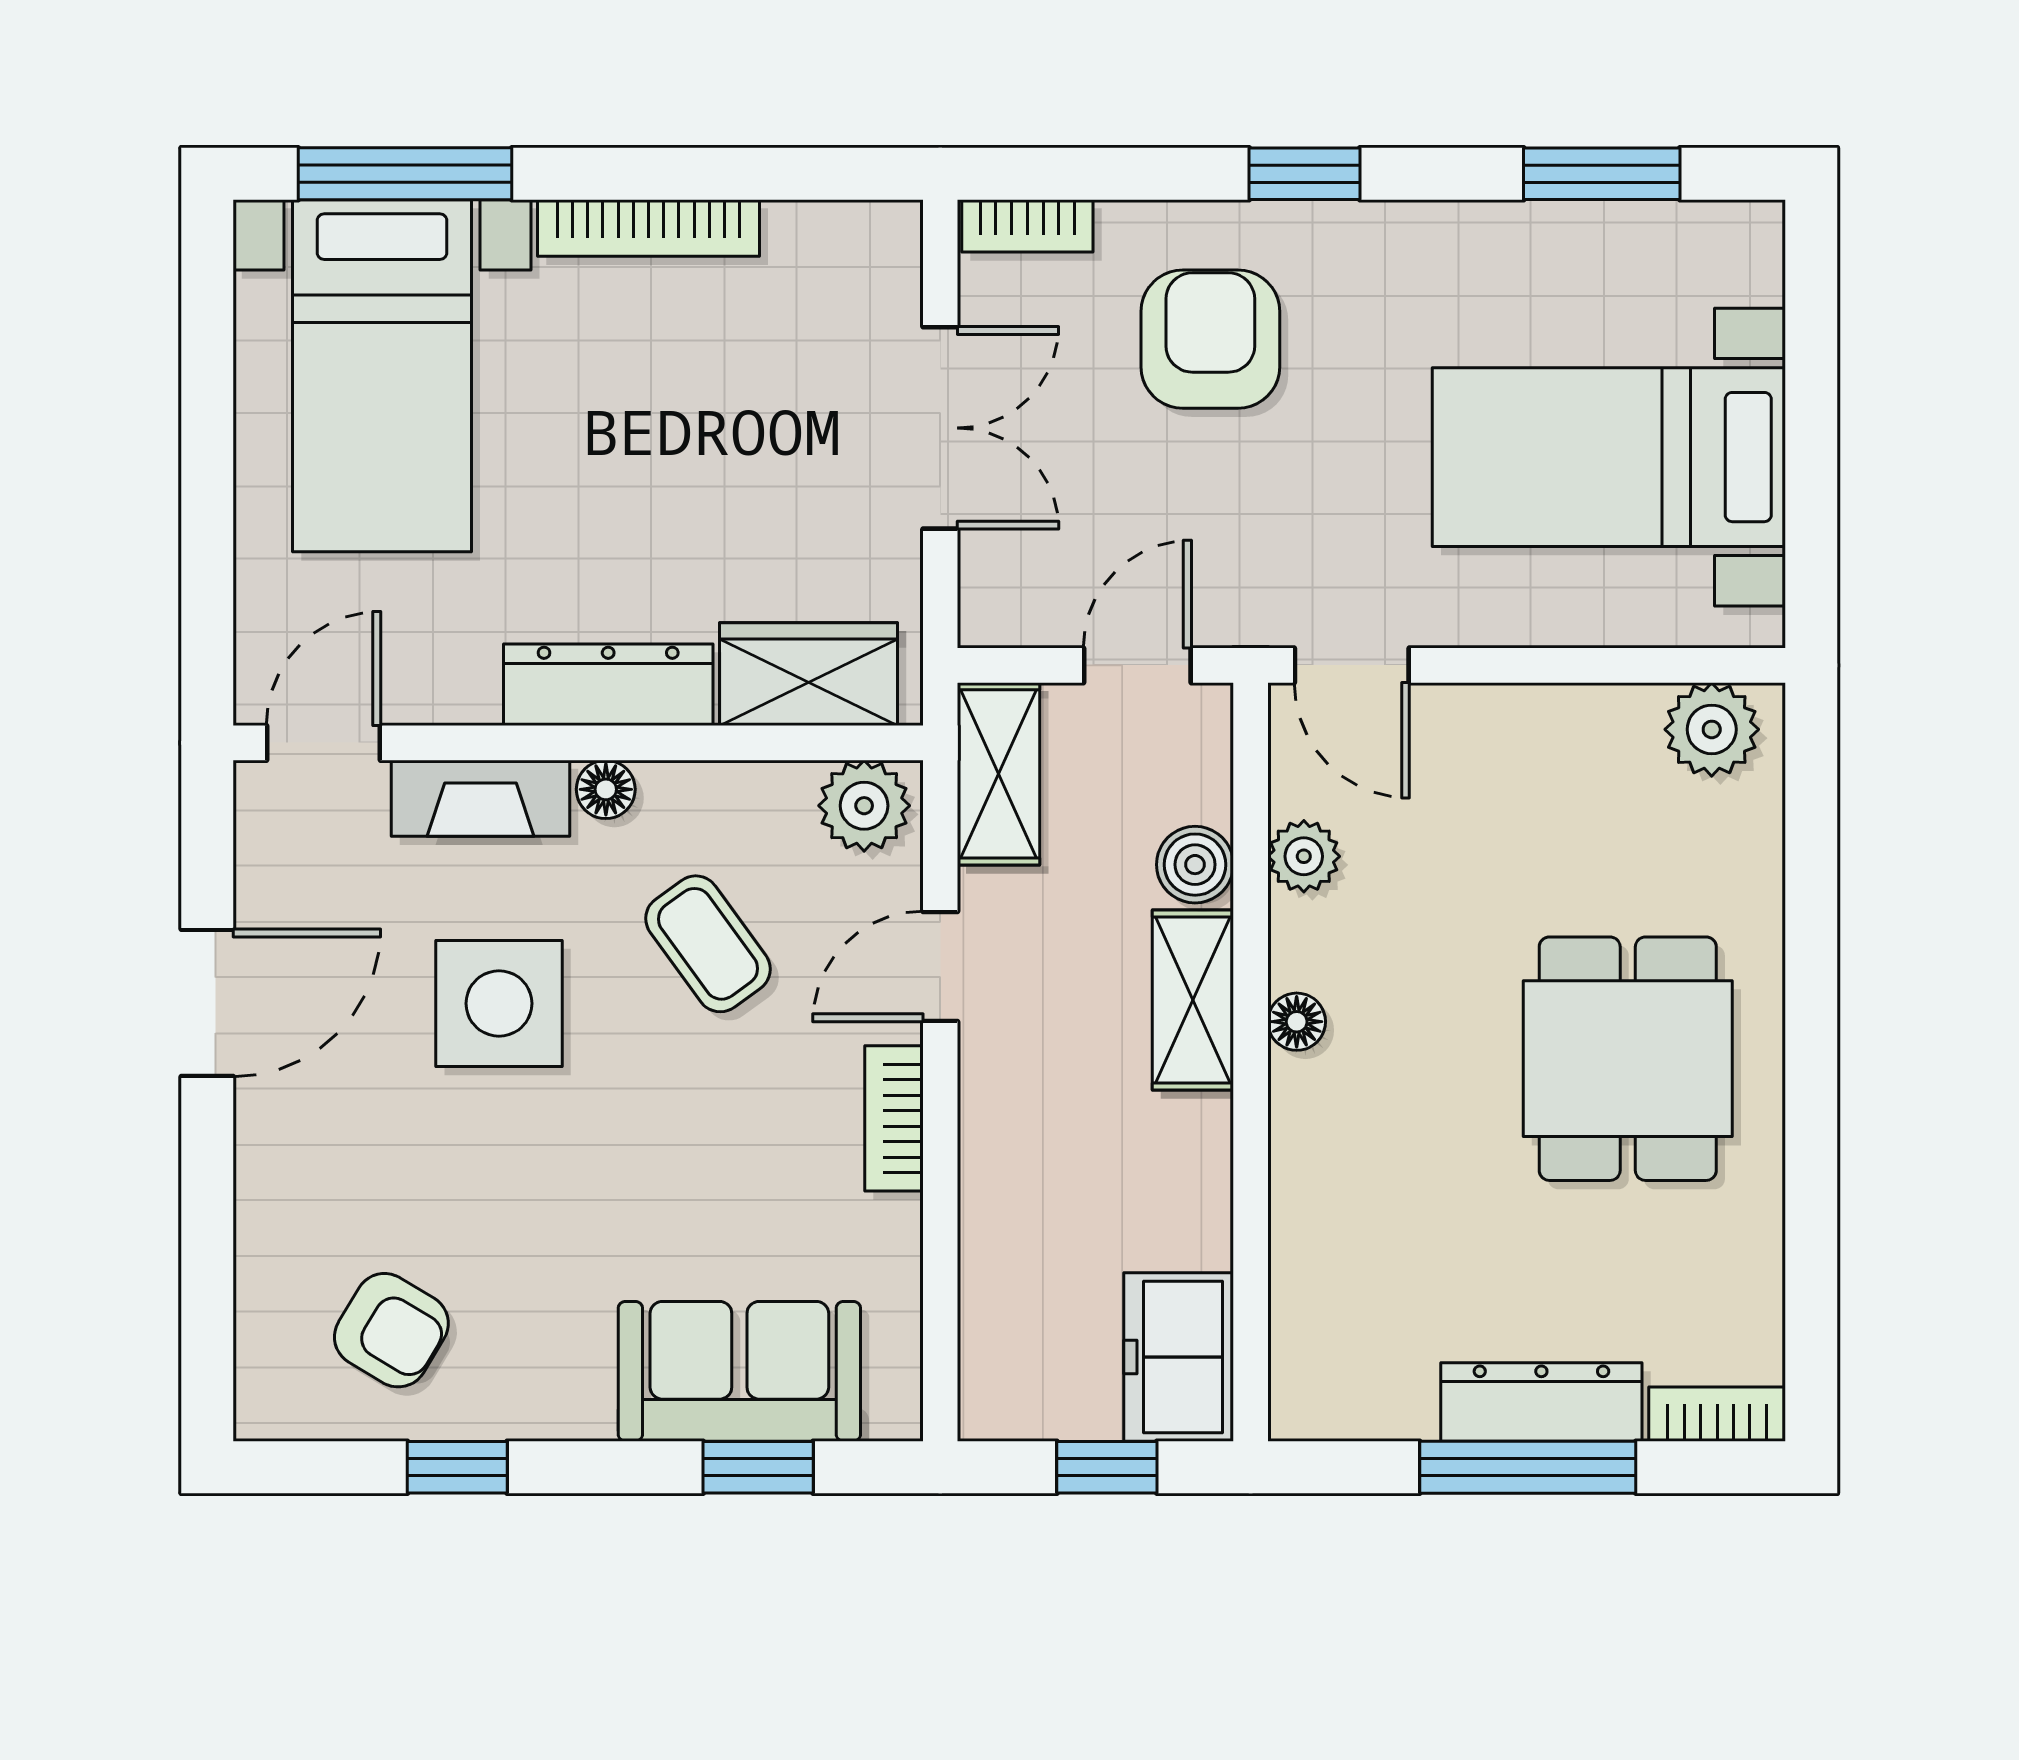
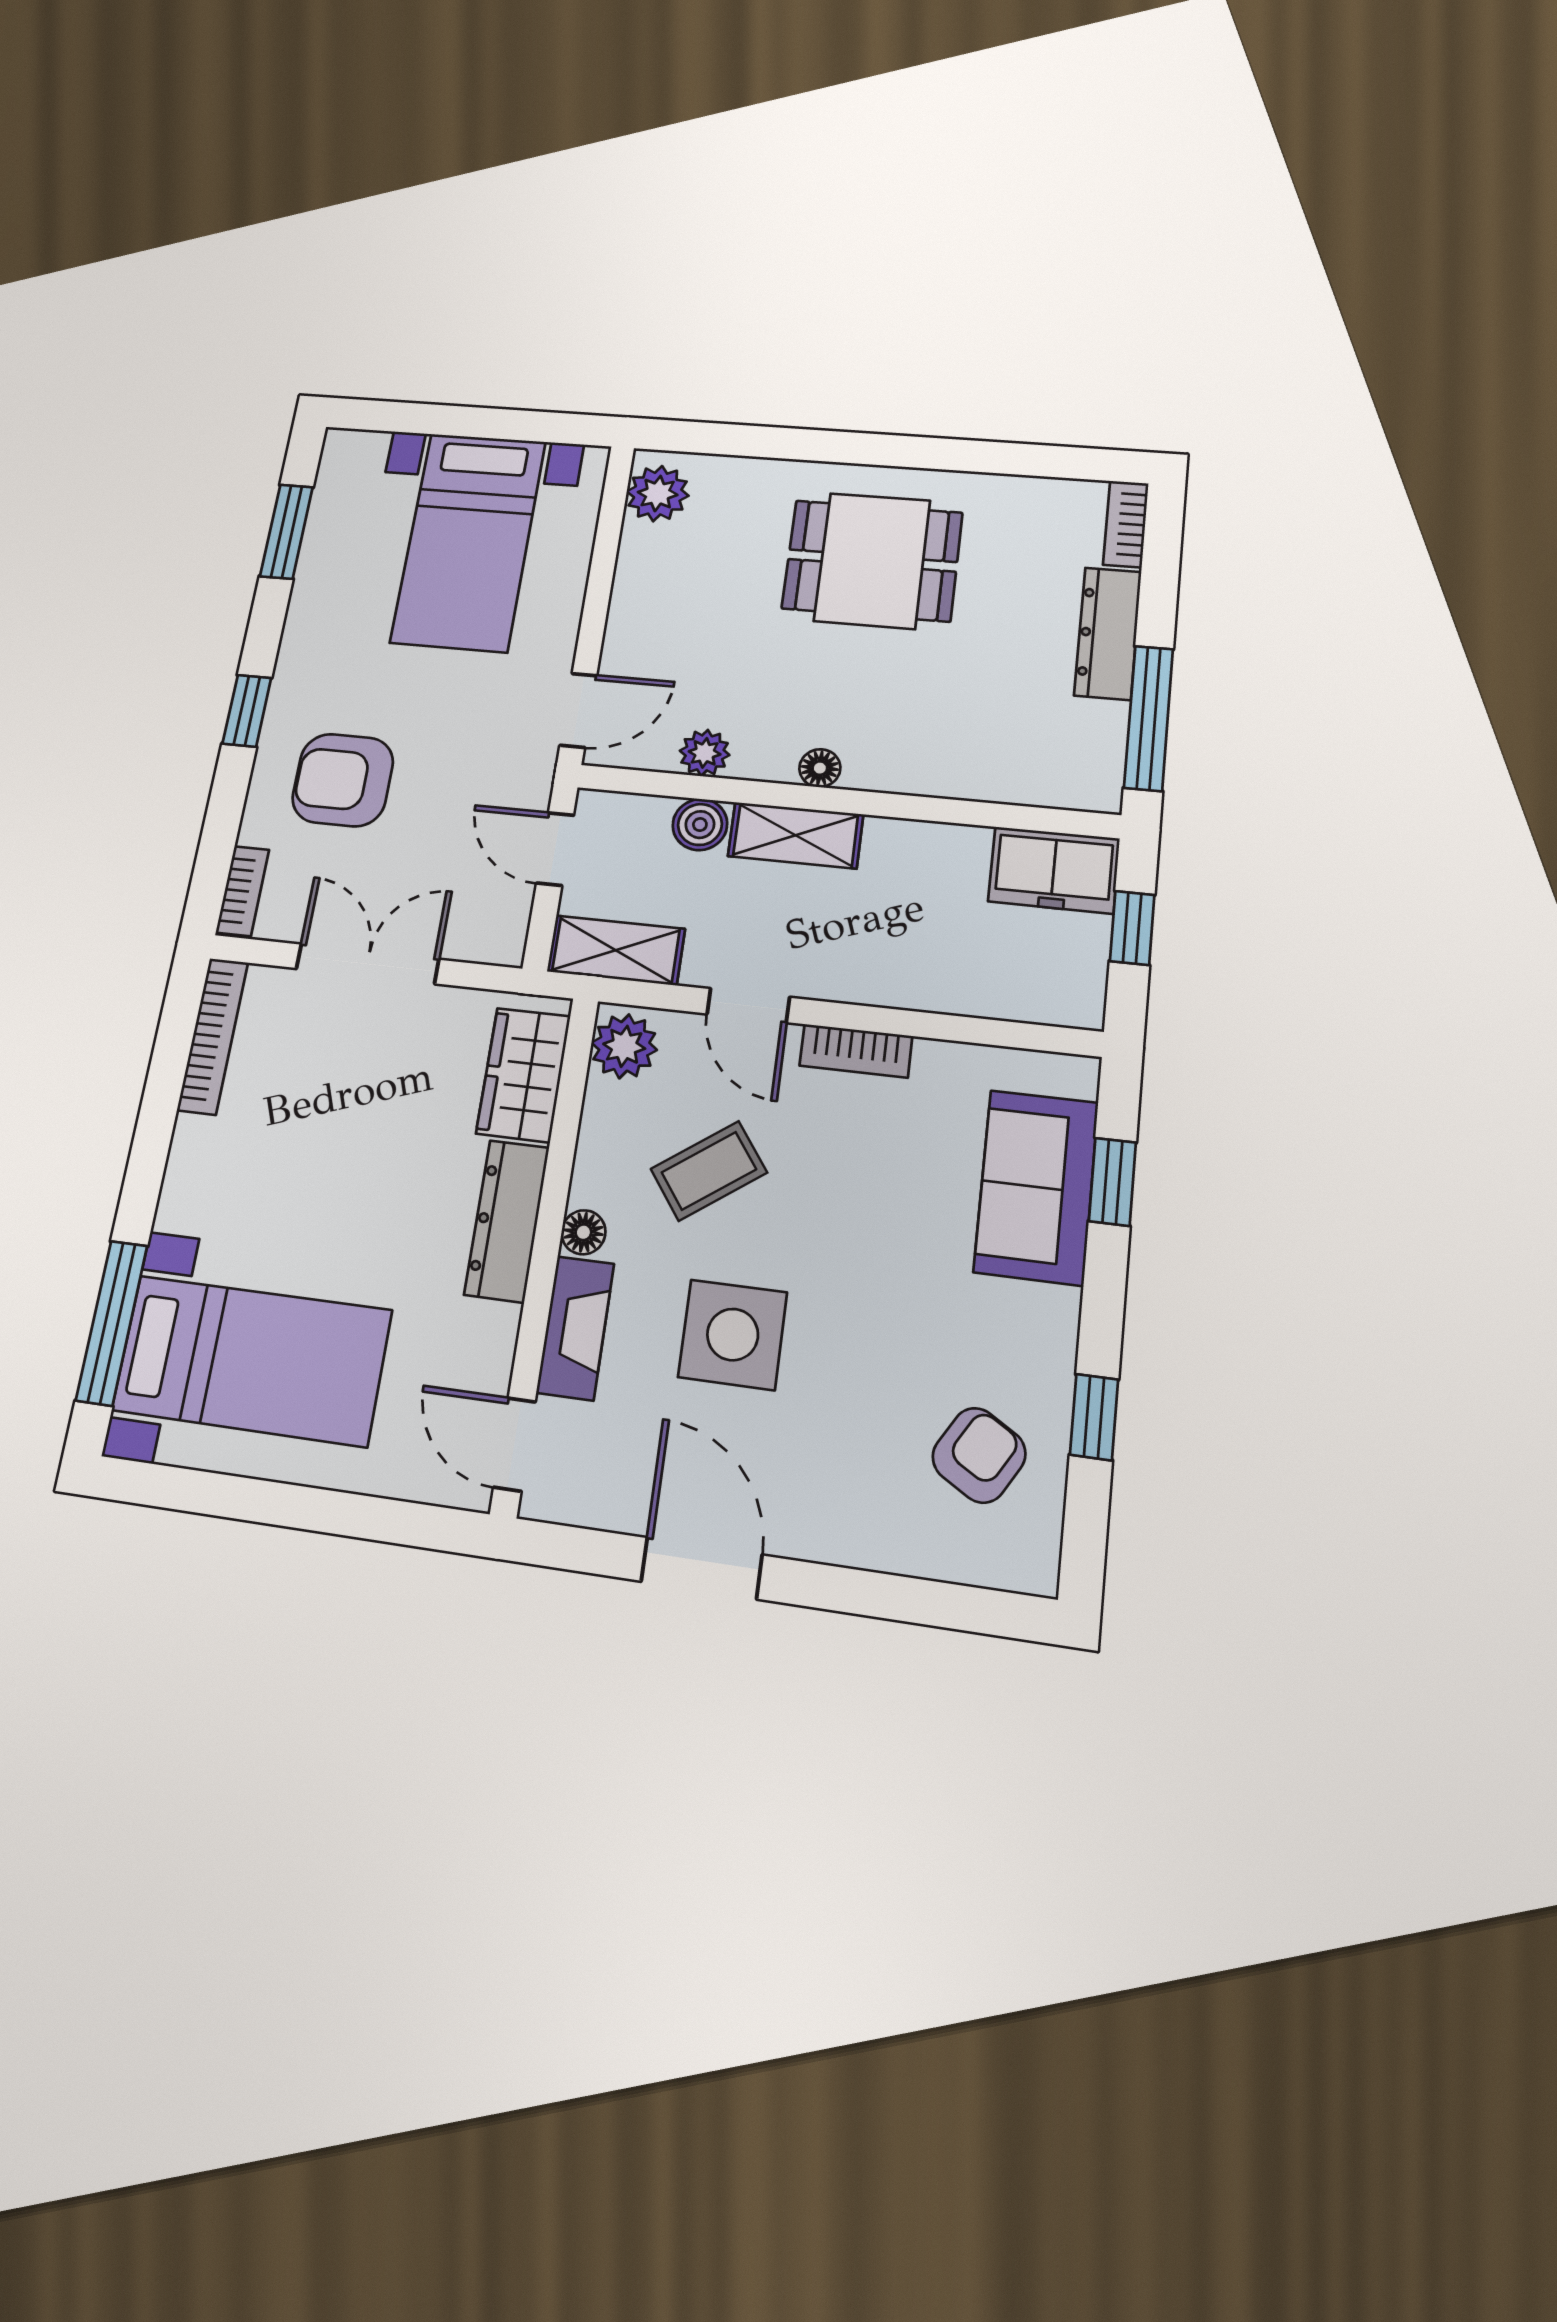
bookcase: (649, 228) -> (213, 1036), moved
window: (1528, 1467) -> (1149, 718), moved

